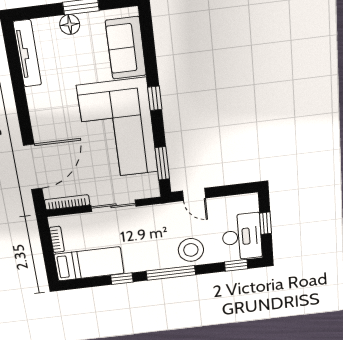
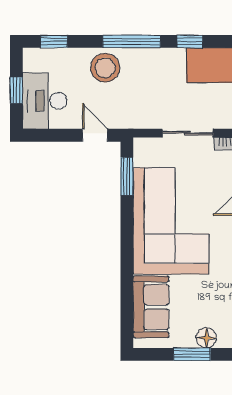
window: (155, 98) -> (127, 250), removed
desk: (242, 237) -> (45, 101), moved

